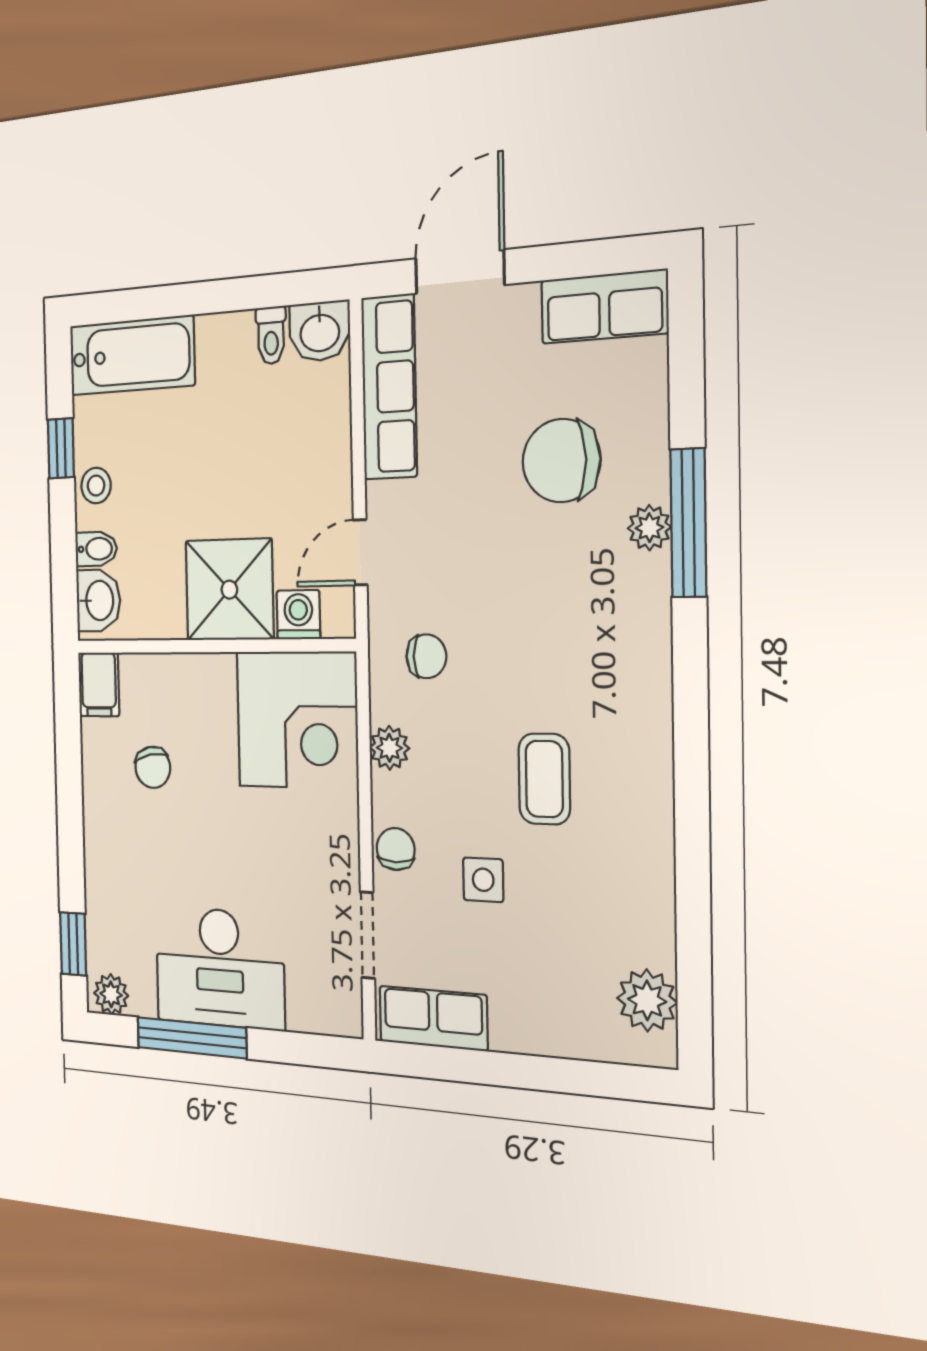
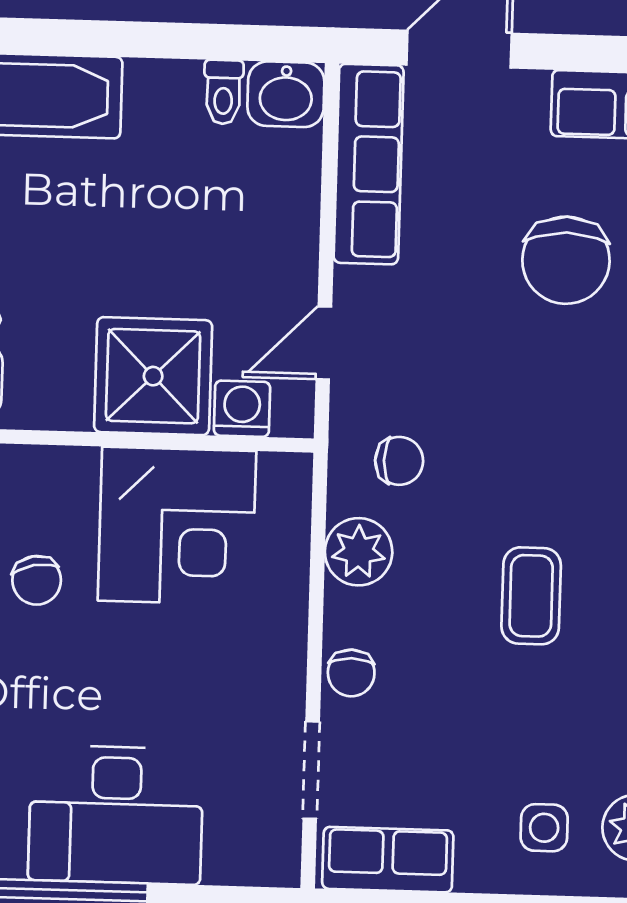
chair: (561, 461) -> (566, 260), turned -90
corner desk: (297, 720) -> (177, 526), moved
plant: (389, 748) -> (359, 552), width x1.38, depth x1.38
chair: (396, 849) -> (351, 673), turned 180
side table: (483, 880) -> (544, 828), moved

